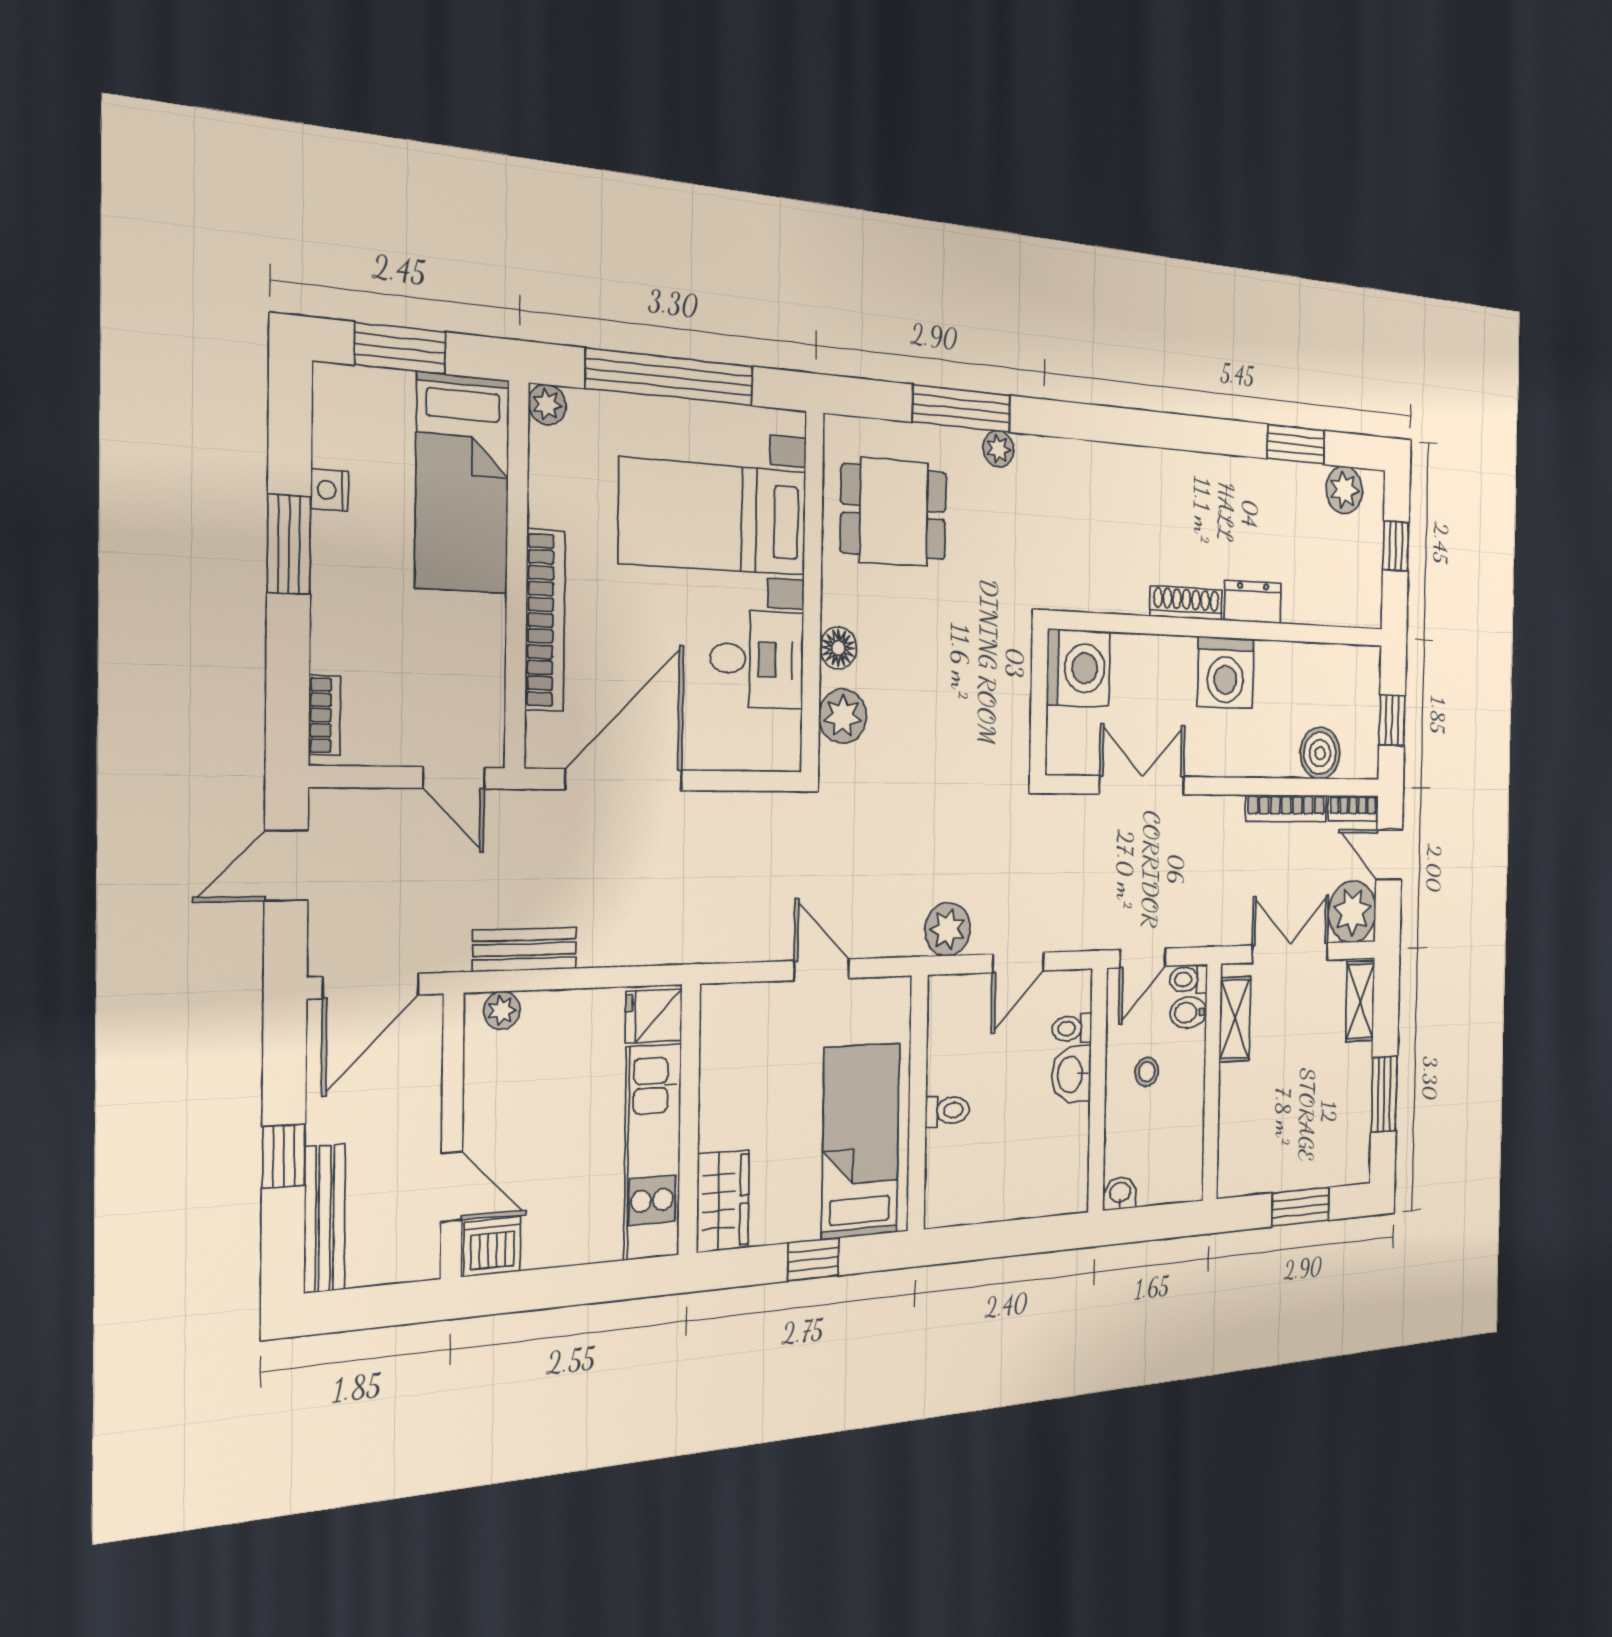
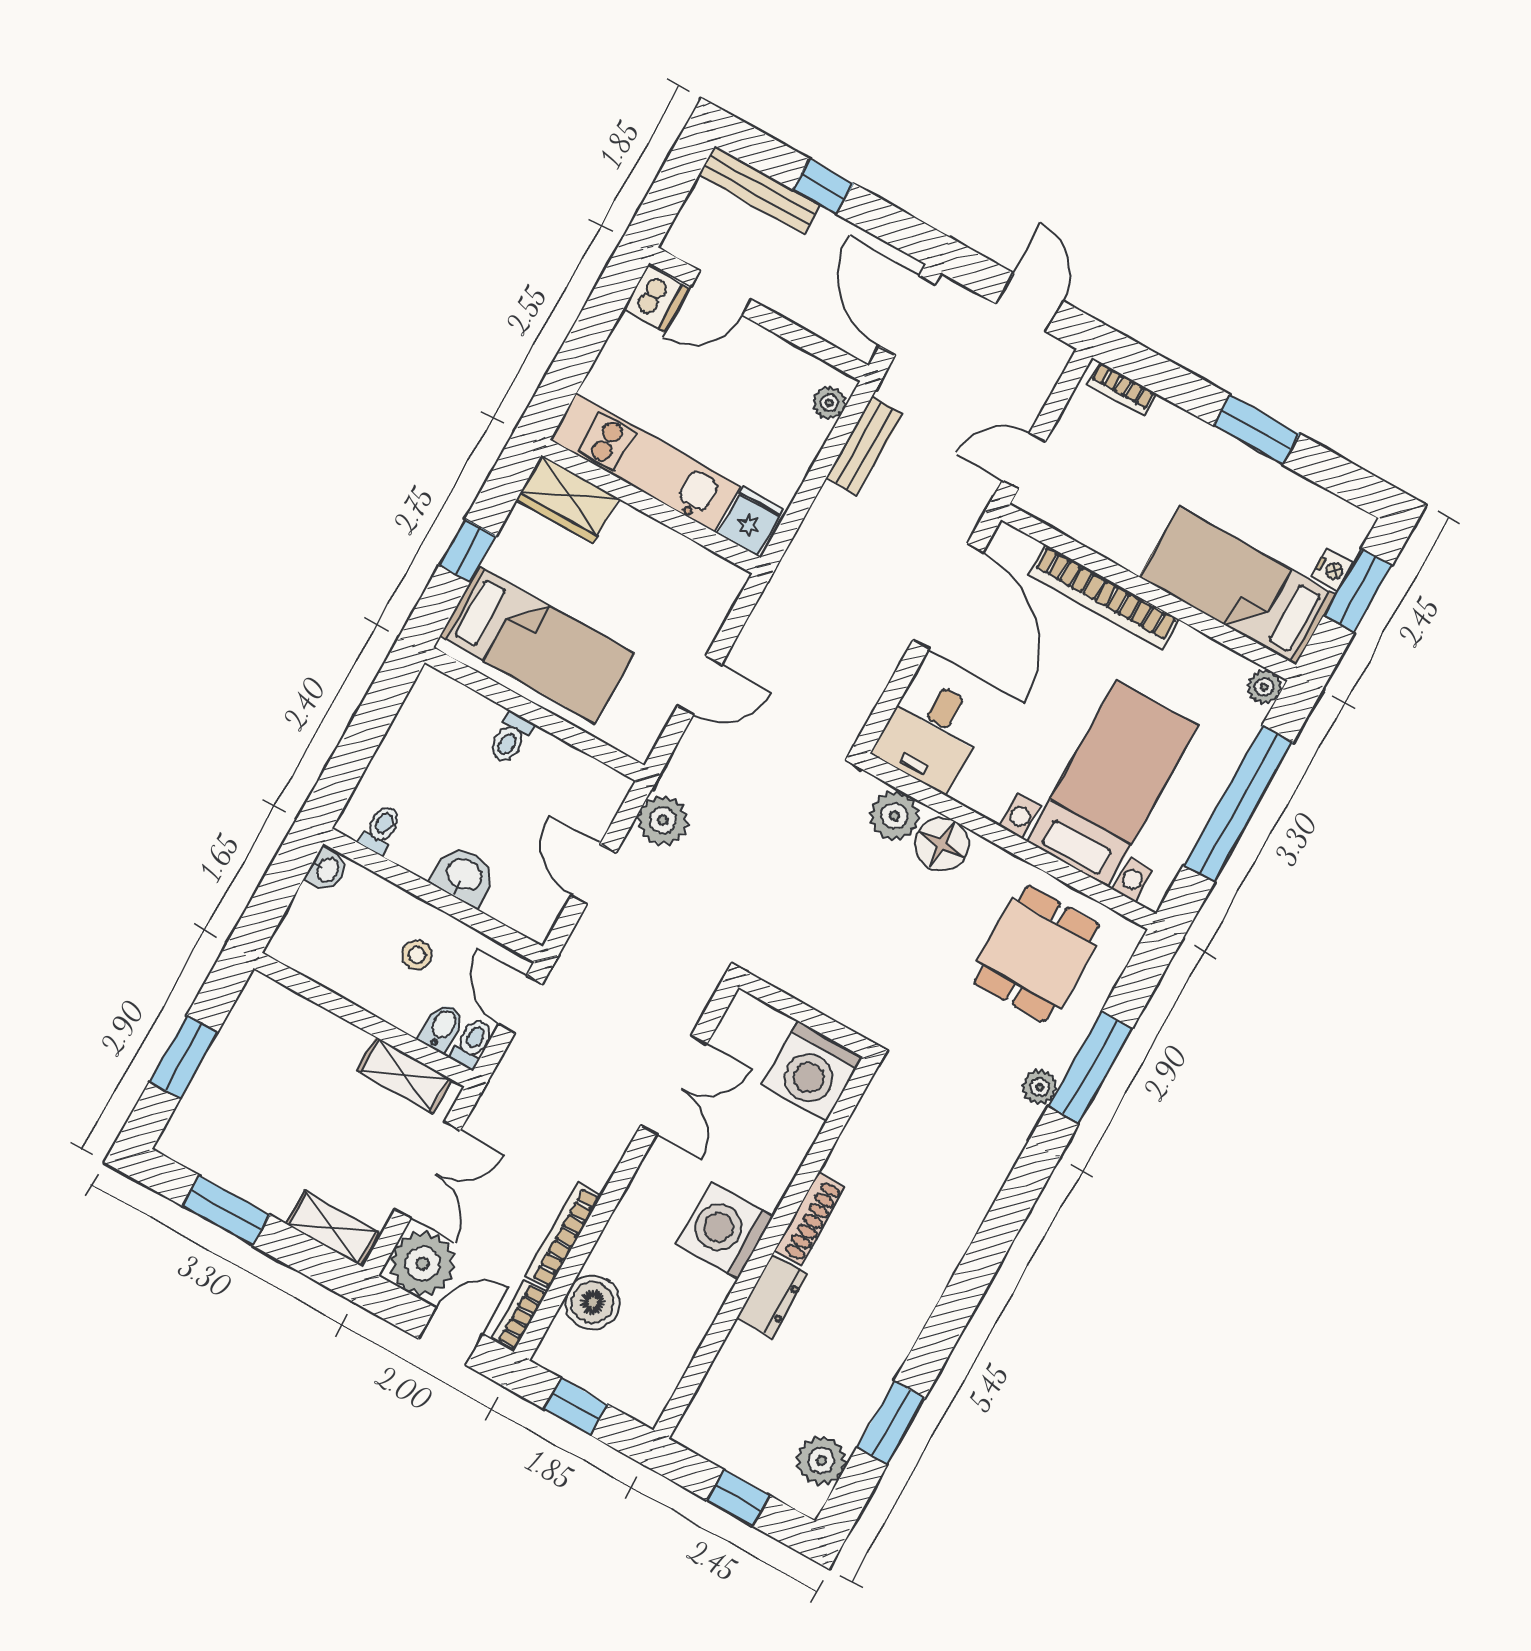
nightstand: (330, 490) -> (1332, 570), moved, turned 90
floor lamp: (838, 648) -> (942, 844), width x1.38, depth x1.38
desk: (757, 659) -> (931, 734), moved
toilet: (1072, 1028) -> (381, 829), moved

